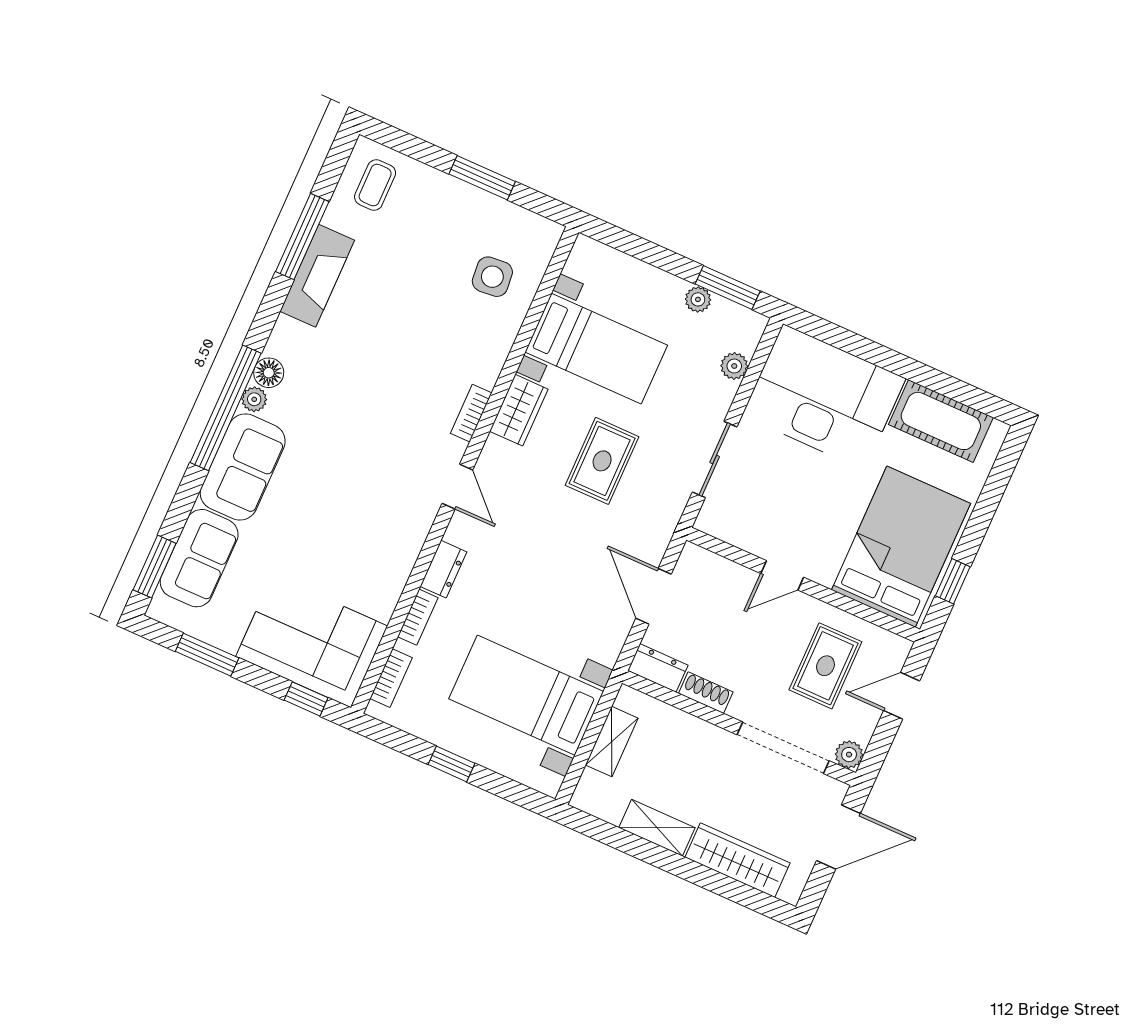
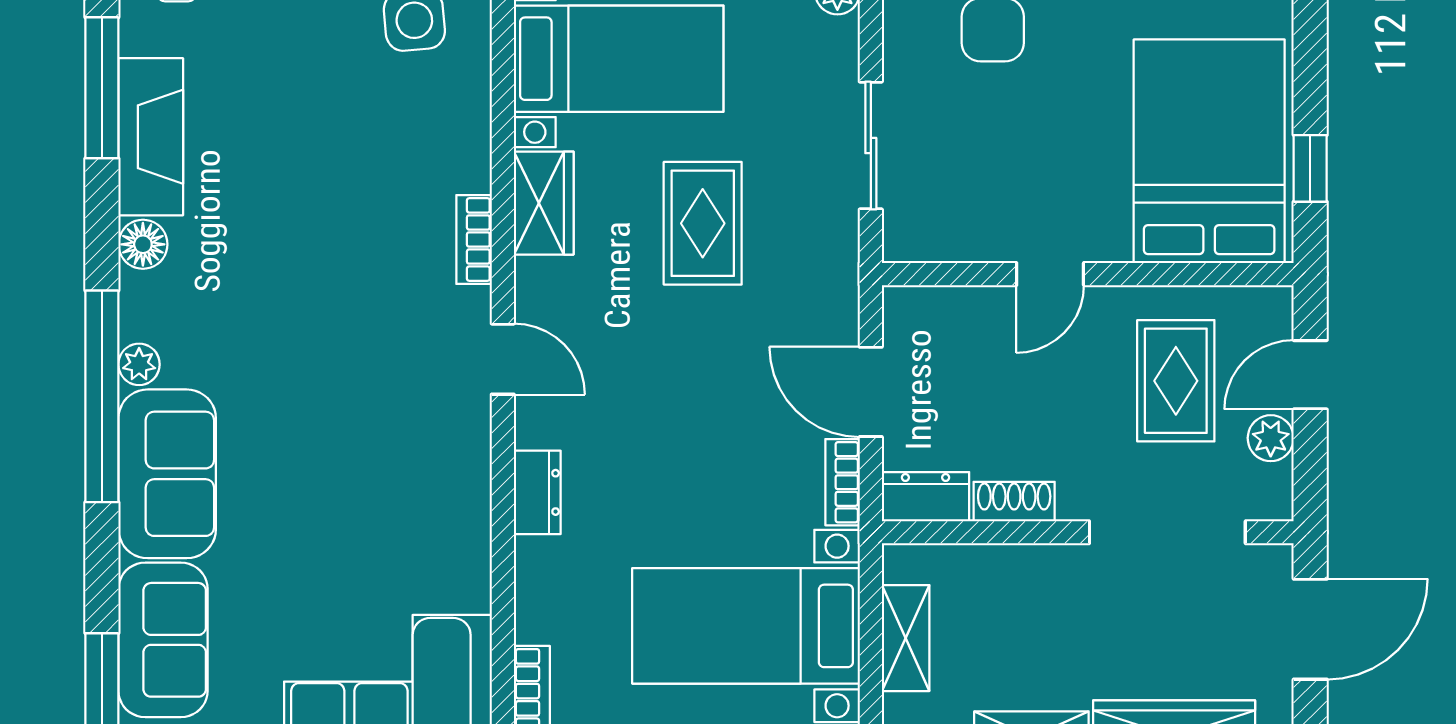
floor lamp: (269, 373) -> (143, 244), moved
bookcase: (418, 617) -> (843, 482), moved, turned 180
plant: (849, 755) -> (1271, 438), moved

